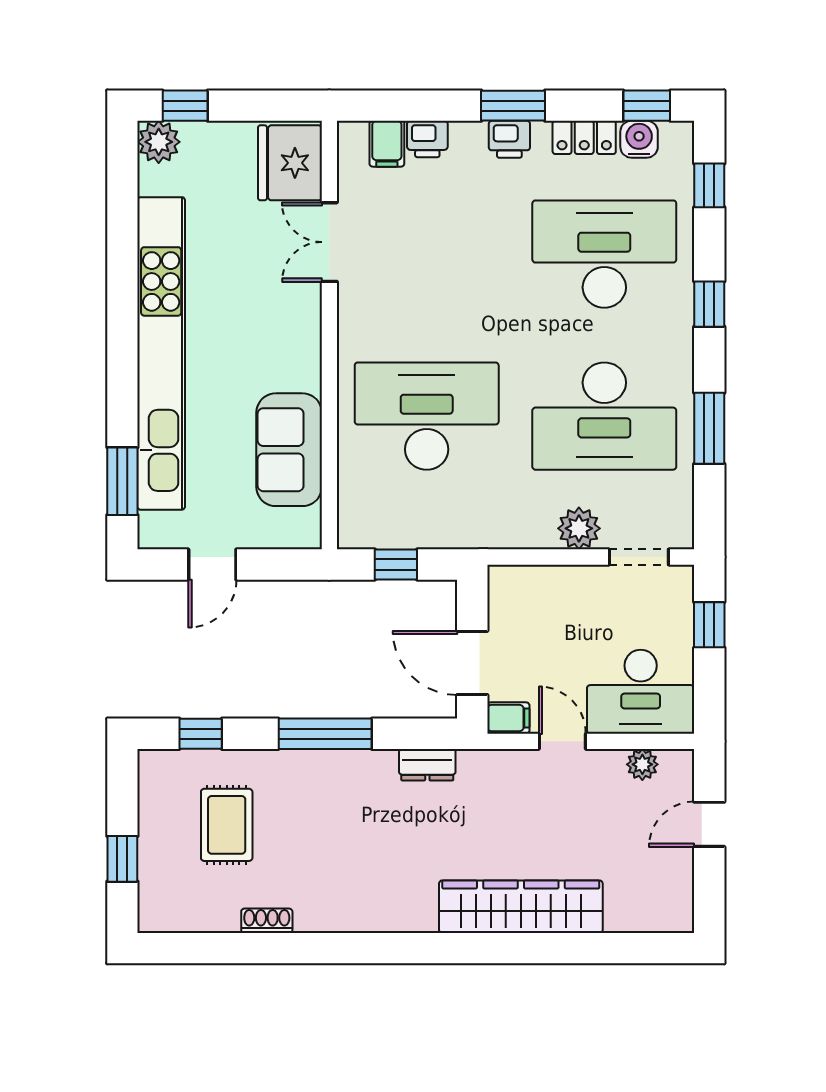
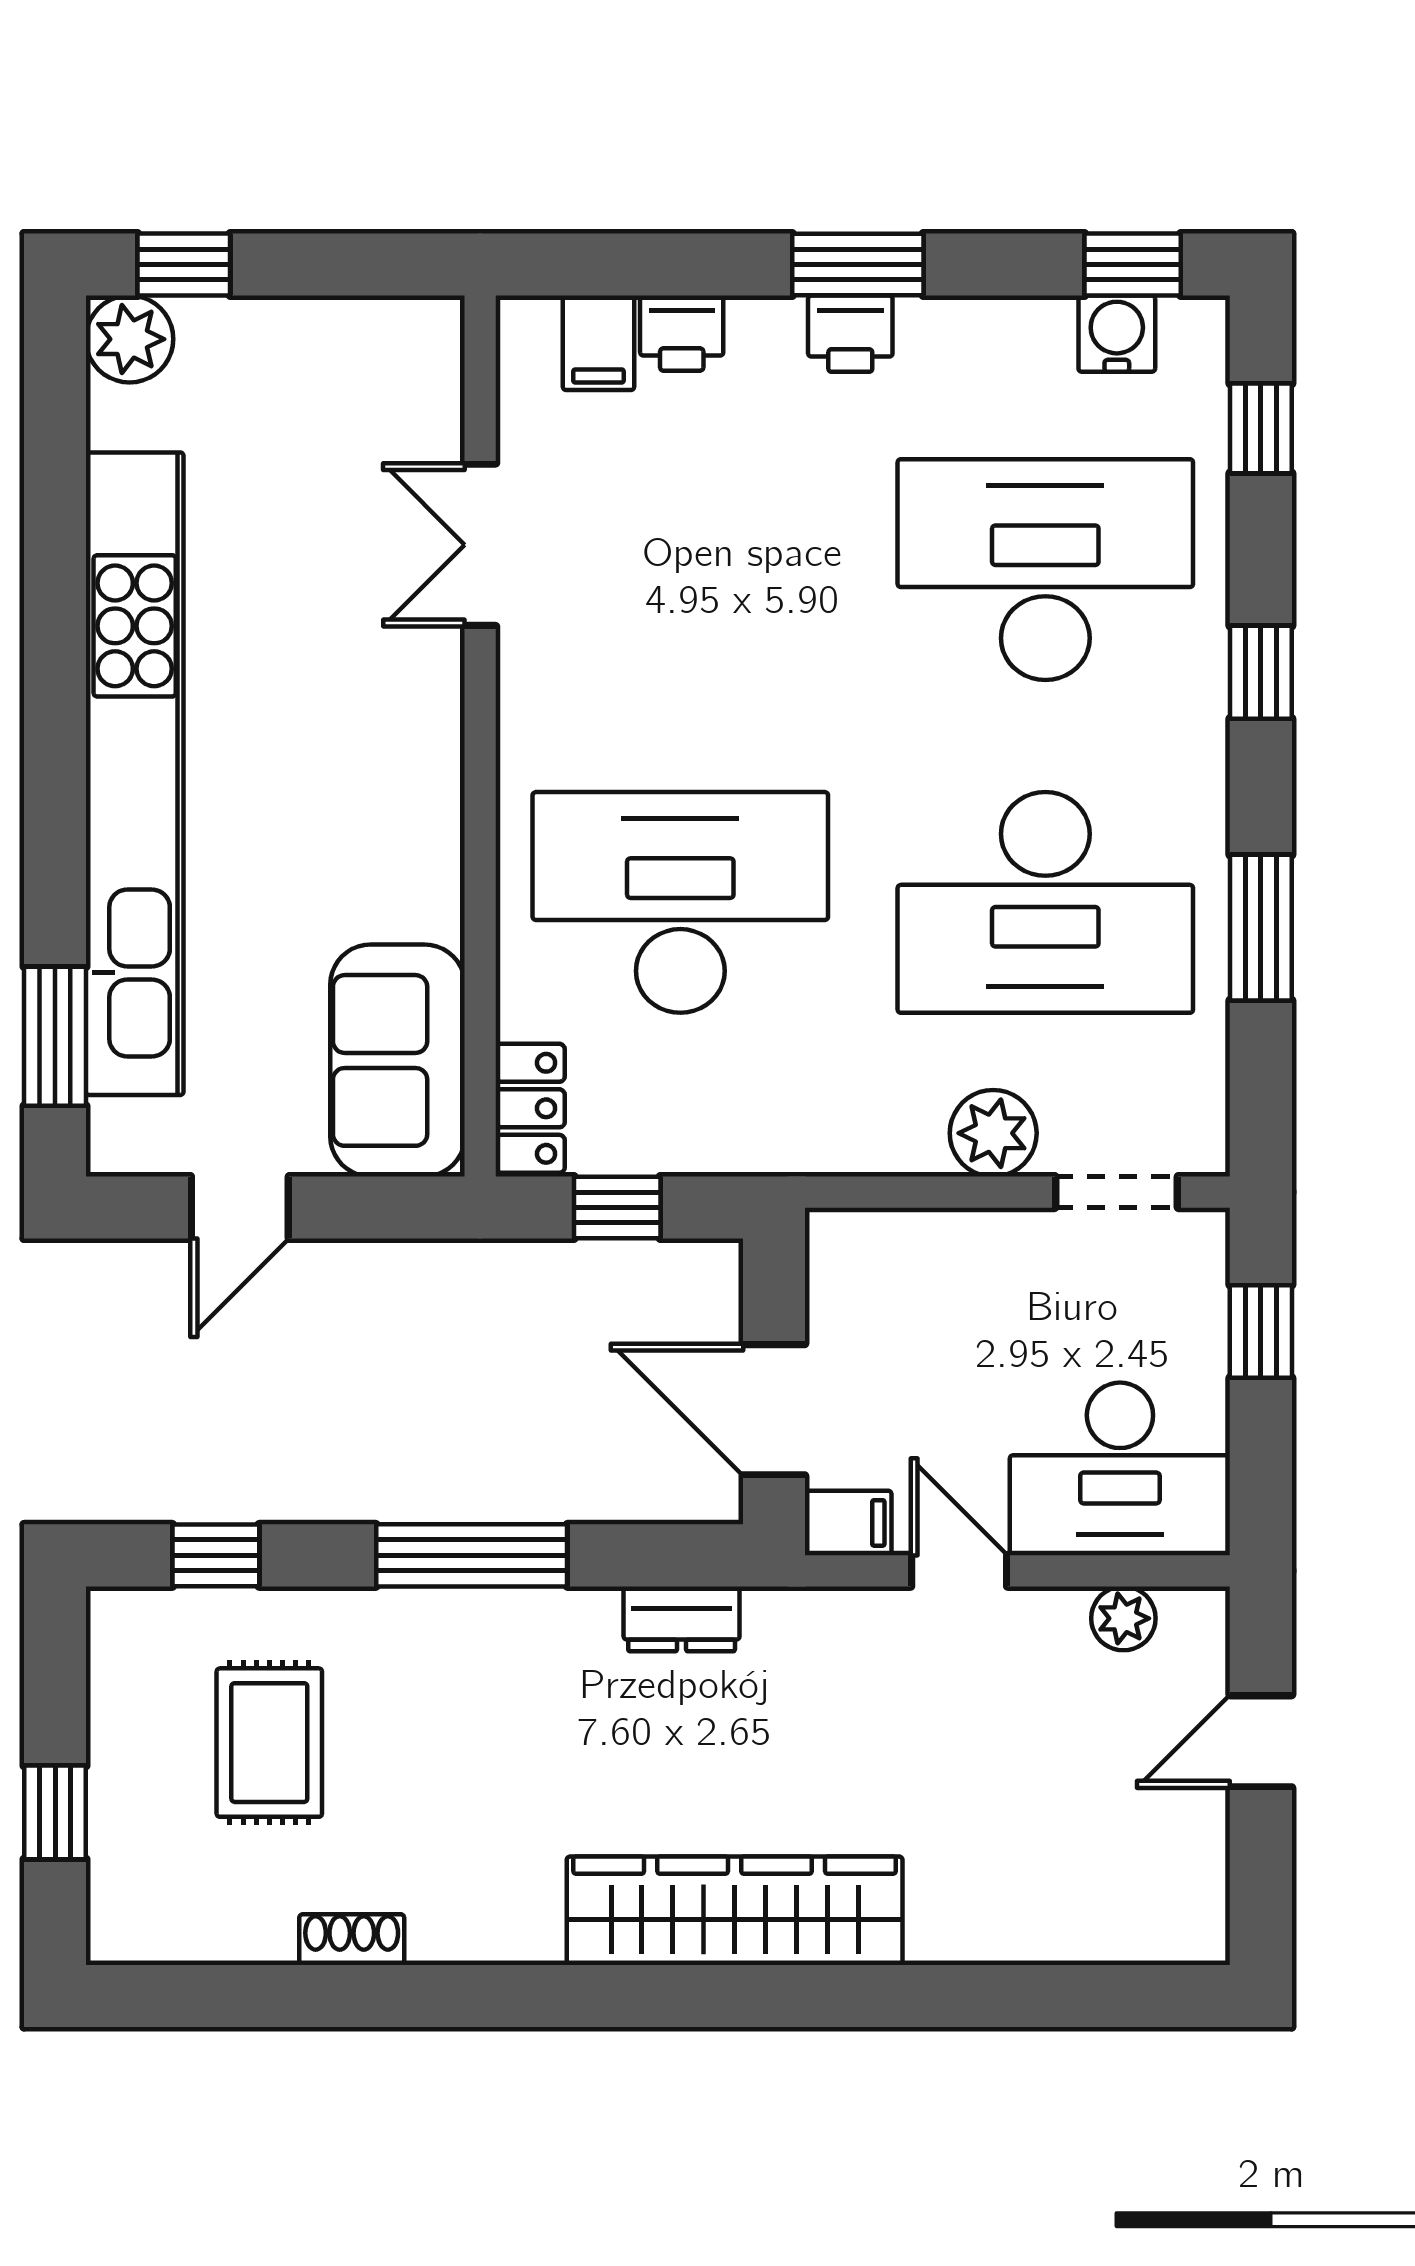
locker: (584, 137) -> (530, 1108), moved, turned -90
fridge: (290, 163) -> (399, 382), removed
sofa: (289, 450) -> (398, 1060), moved
wardrobe: (521, 907) -> (735, 1911), moved

